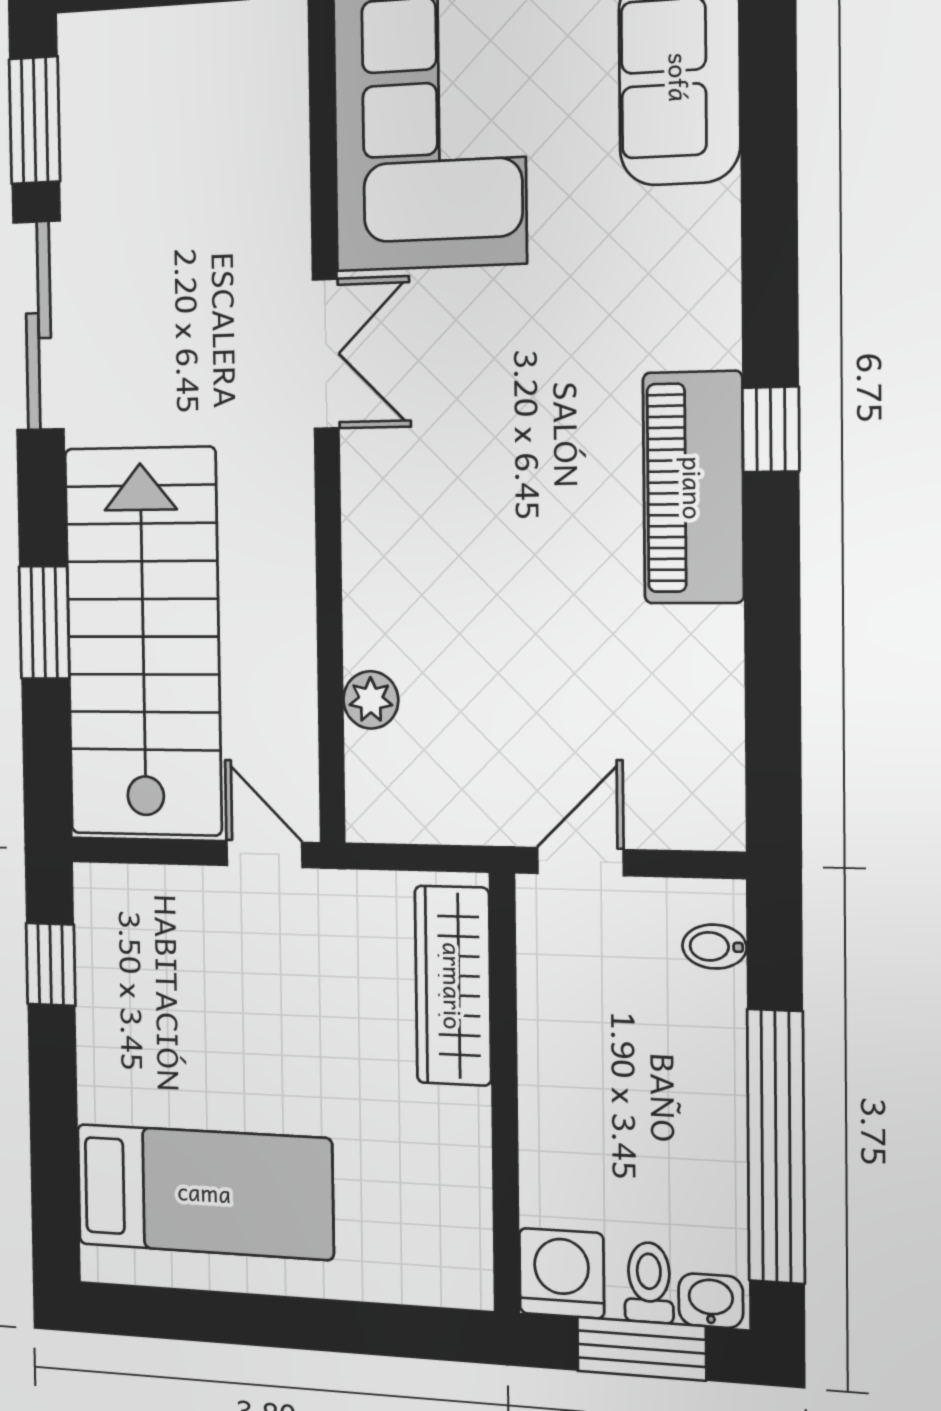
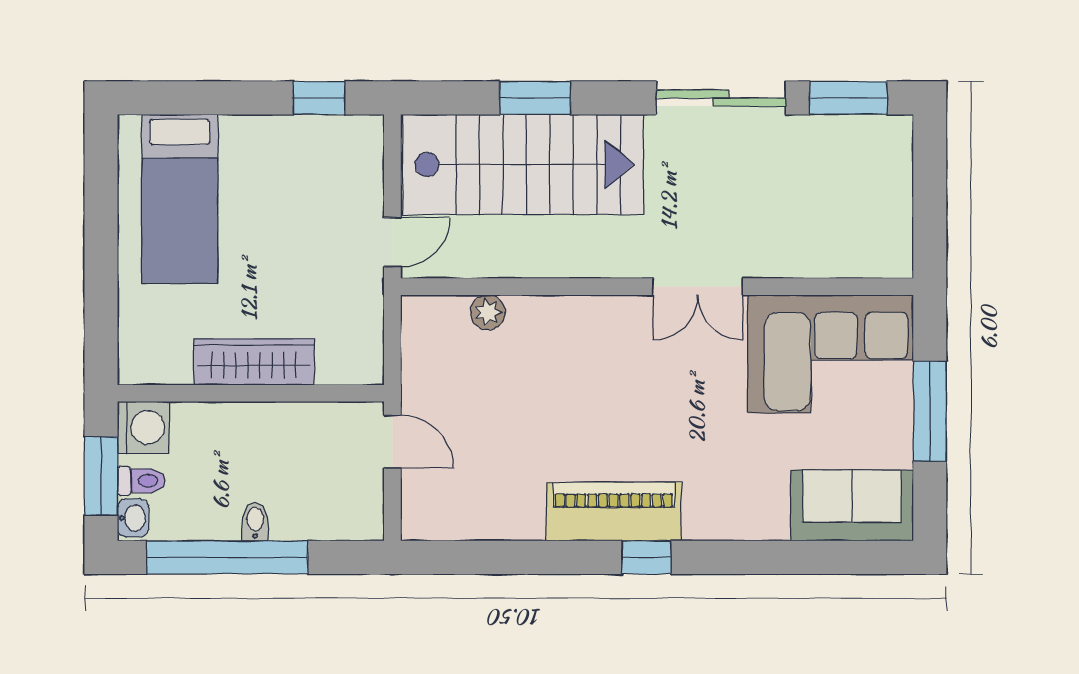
bidet: (714, 947) -> (255, 522), moved
wardrobe: (453, 986) -> (254, 362), moved

